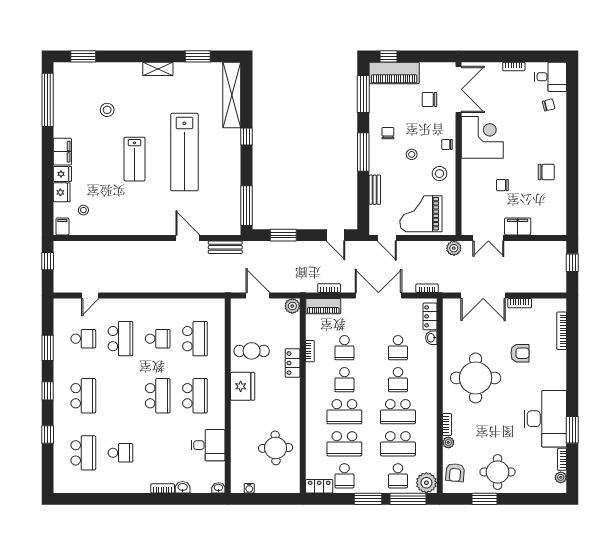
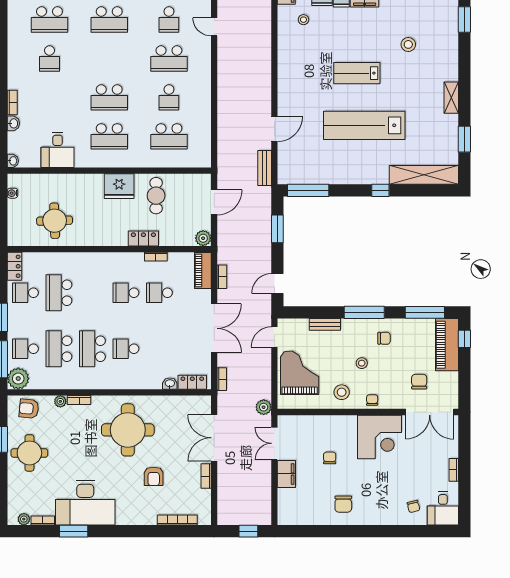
school desk: (398, 348) -> (159, 349), removed
school desk: (344, 412) -> (92, 293), removed

